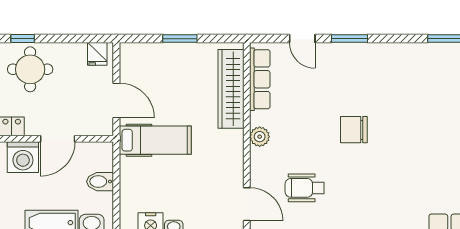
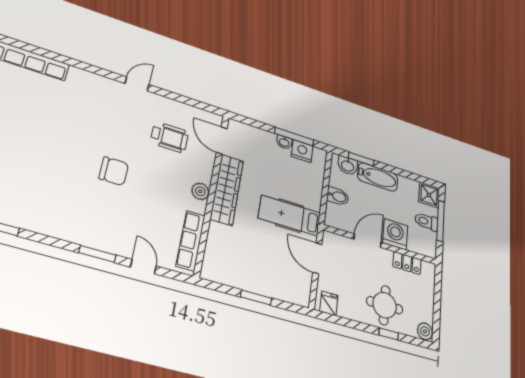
wardrobe: (231, 89) -> (227, 190), moved

